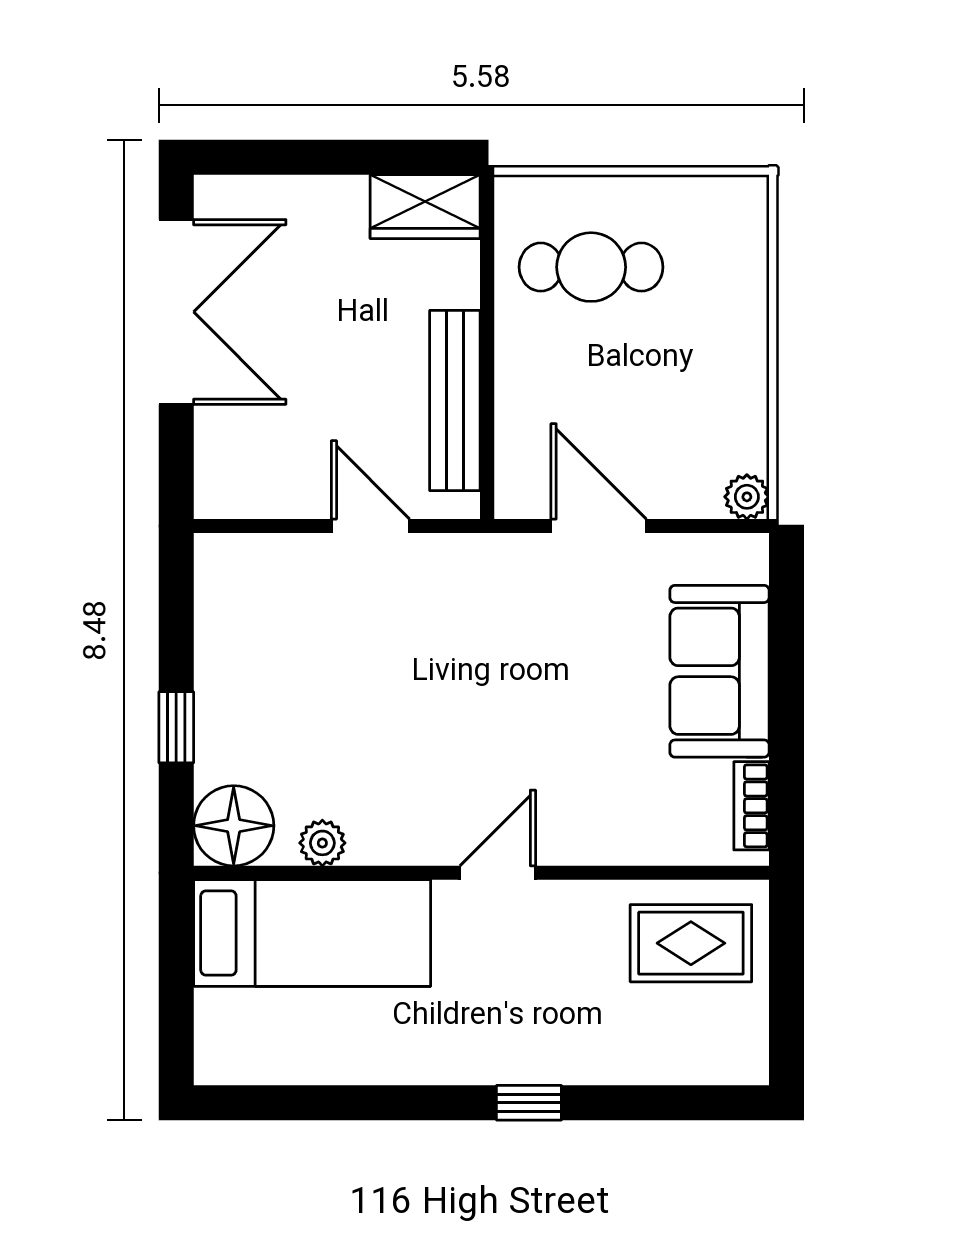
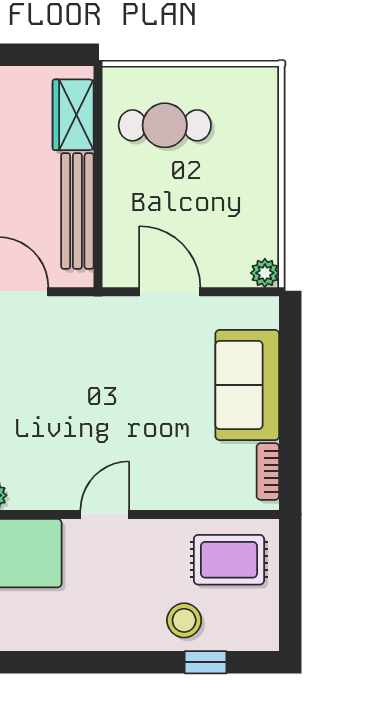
wardrobe: (425, 207) -> (73, 115), moved, turned 90
stool: (621, 1038) -> (184, 620), added
window: (529, 1103) -> (206, 662), moved

